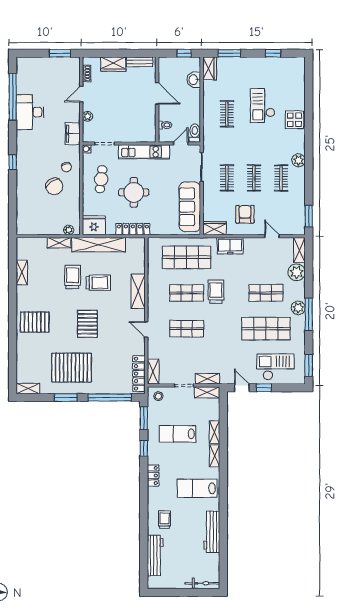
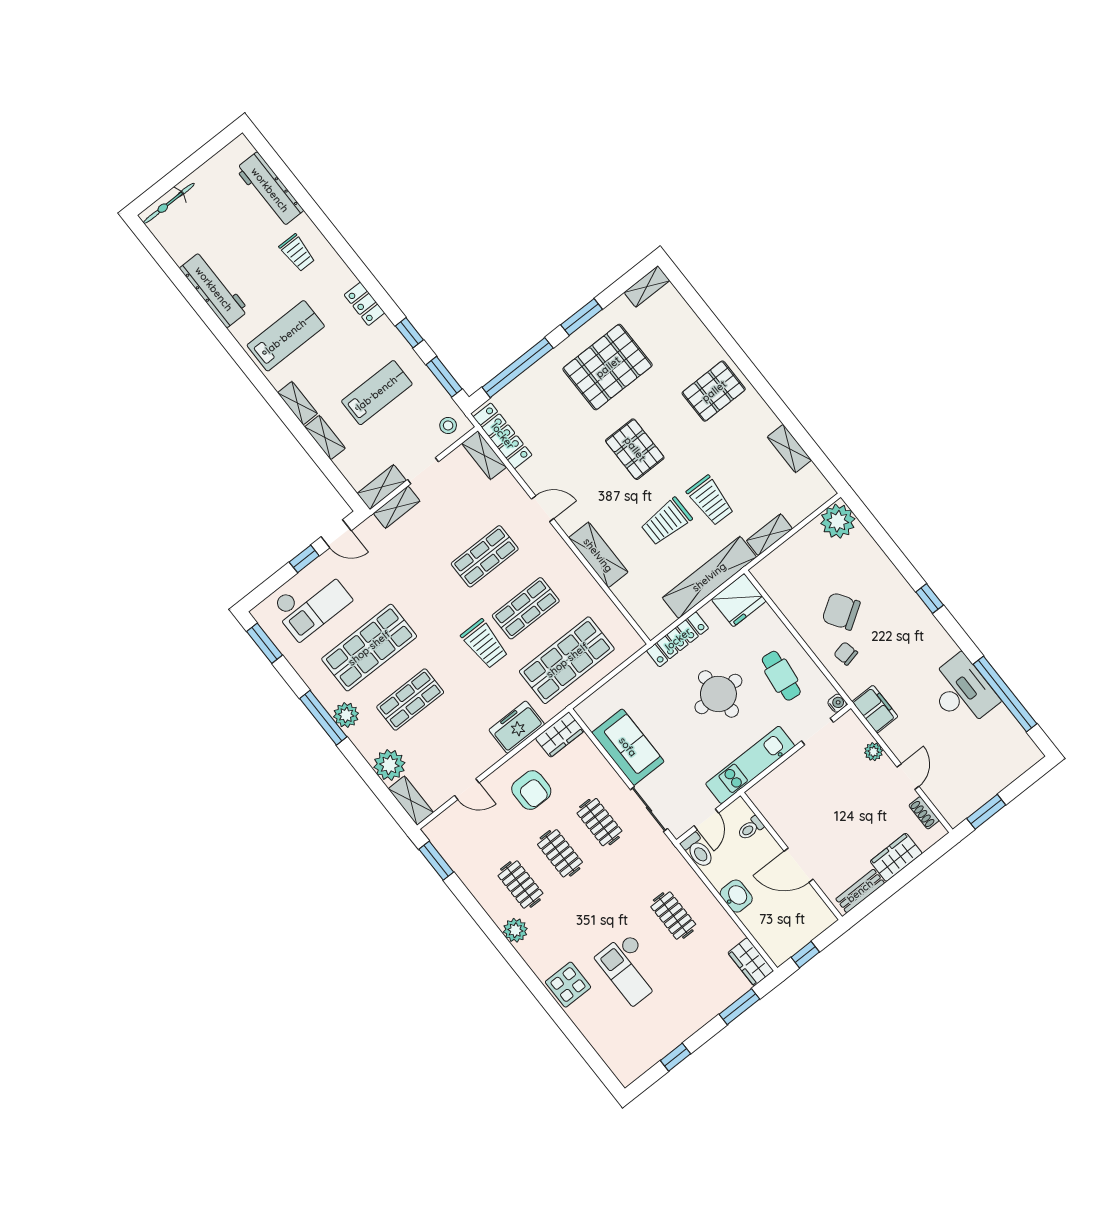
washbasin: (194, 80) -> (736, 896), moved
checkout: (263, 106) -> (631, 969), turned 180
sofa: (190, 207) -> (628, 747), width x0.73
plant: (69, 230) -> (838, 521), moved, width x1.87, depth x1.87

